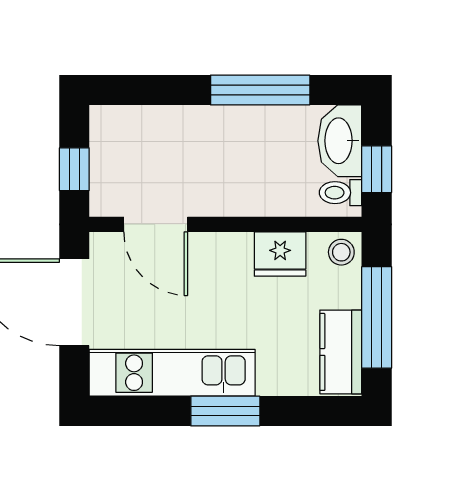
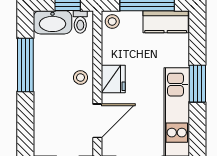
stool: (237, 193) -> (80, 78), added
fridge: (280, 254) -> (113, 79), moved

